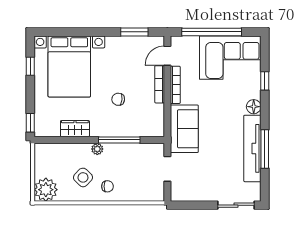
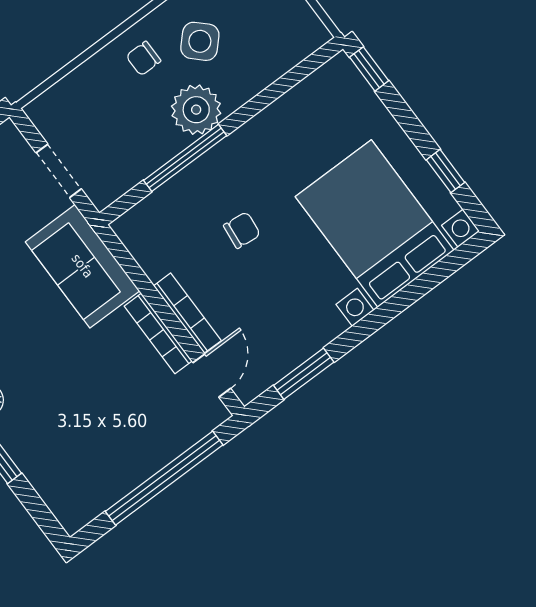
corner sofa: (230, 58) -> (96, 457), removed
wardrobe: (75, 129) -> (280, 119), removed
plant: (97, 149) -> (196, 110), width x1.87, depth x1.87

